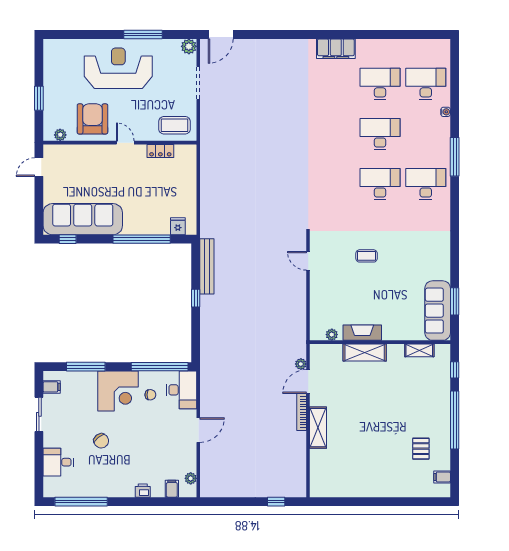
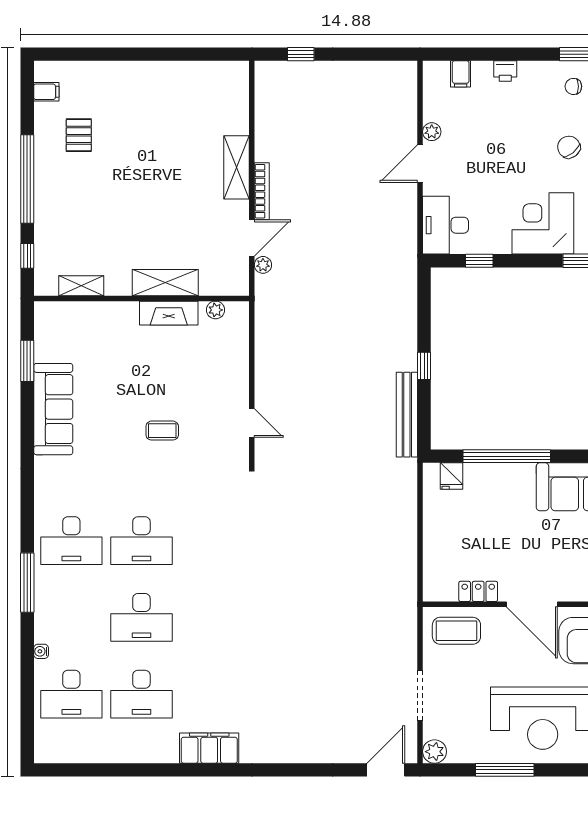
door: (125, 143) -> (532, 604), width x1.87
sofa: (438, 311) -> (53, 409), moved
window: (160, 367) -> (479, 261), width x0.32
chair: (150, 395) -> (573, 86), moved
plant: (191, 478) -> (432, 132), moved

